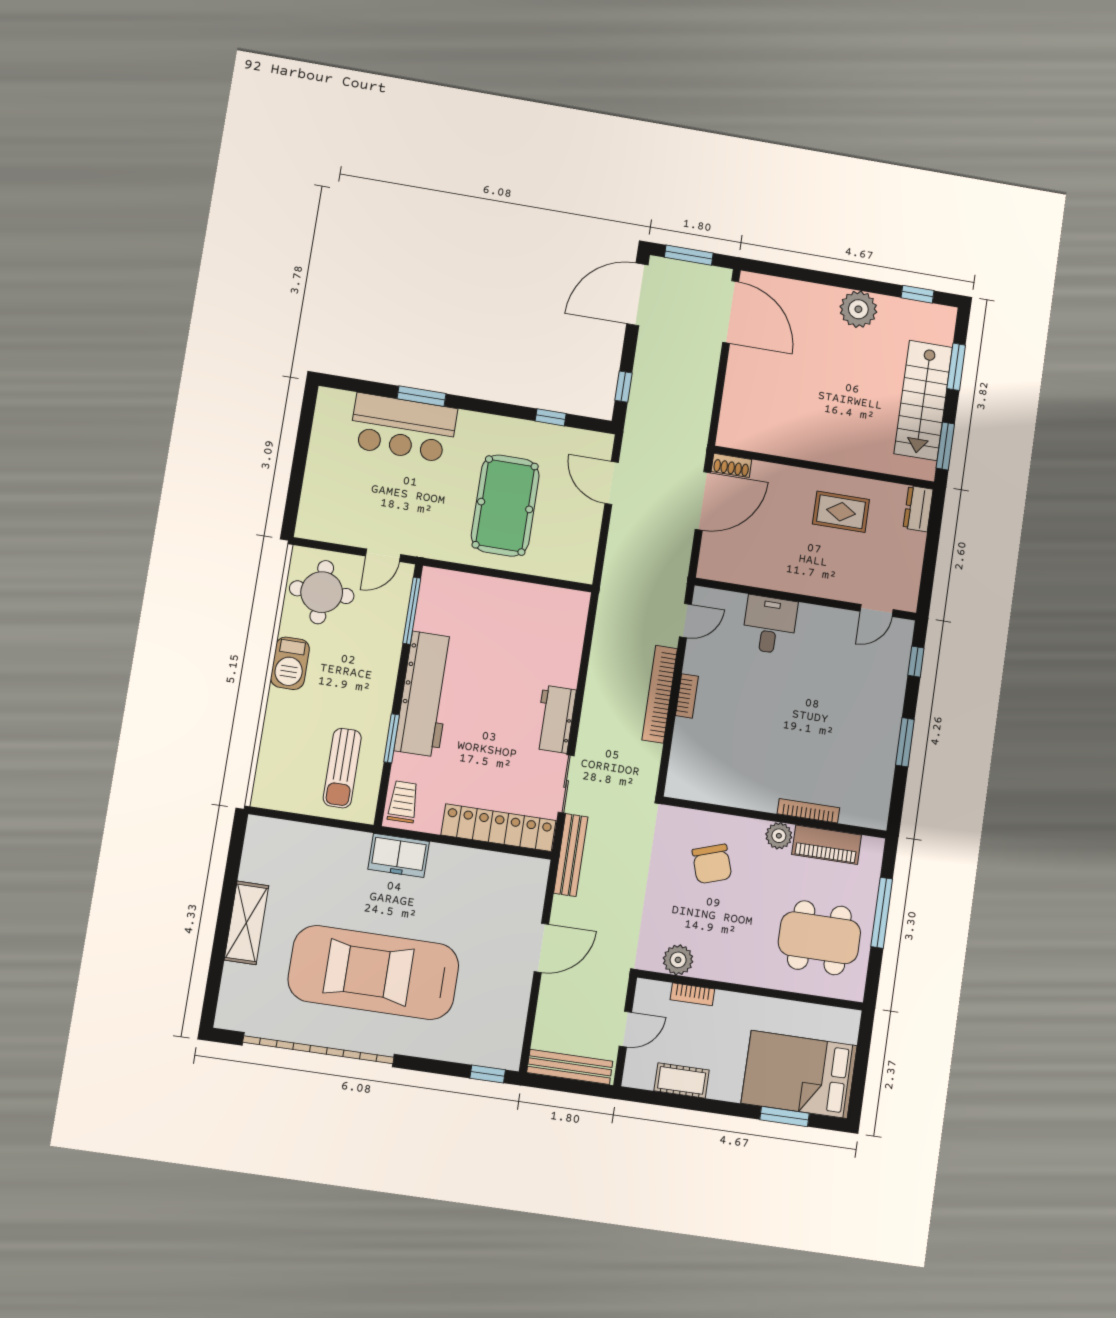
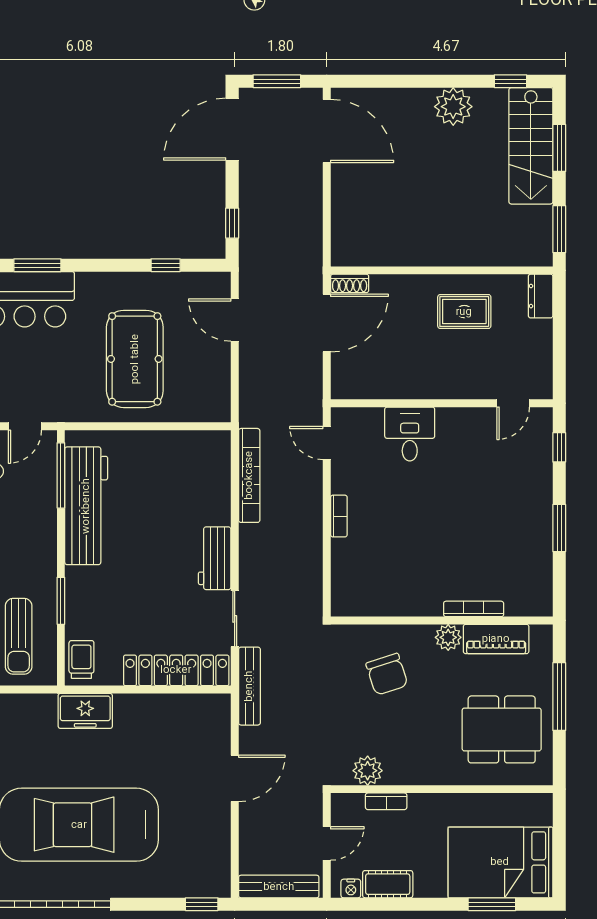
stairs: (923, 400) -> (531, 146), moved
door: (685, 621) -> (327, 443), swing flipped
workbench: (425, 694) -> (86, 506), moved
bookcase: (660, 694) -> (249, 475), moved, turned 180
nightstand: (643, 1080) -> (351, 889), added

